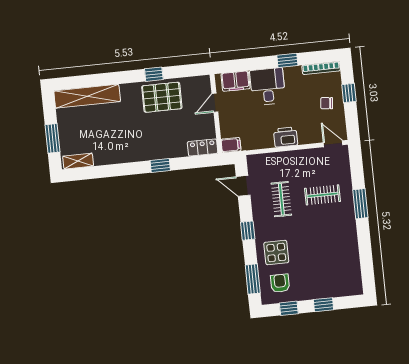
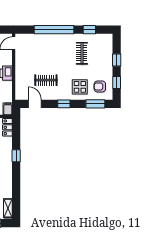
door: (243, 186) -> (35, 104), swing flipped
clothes rail: (323, 195) -> (82, 53), moved
window: (360, 204) -> (54, 30), width x2.11
window: (366, 258) -> (89, 30), added

